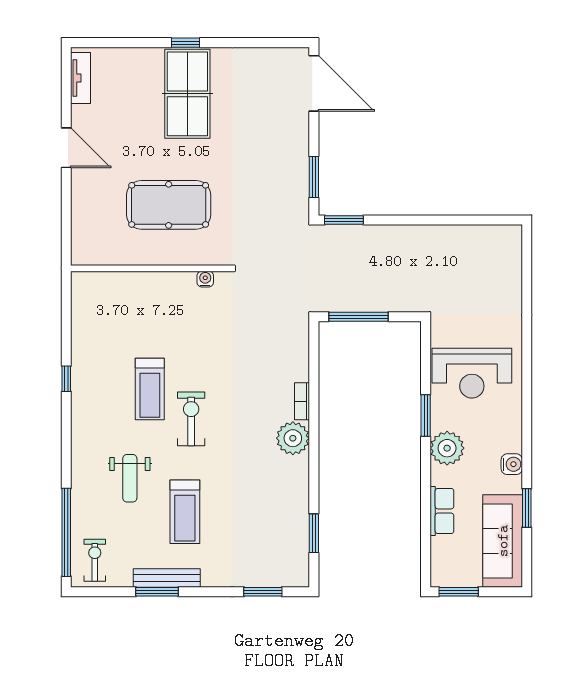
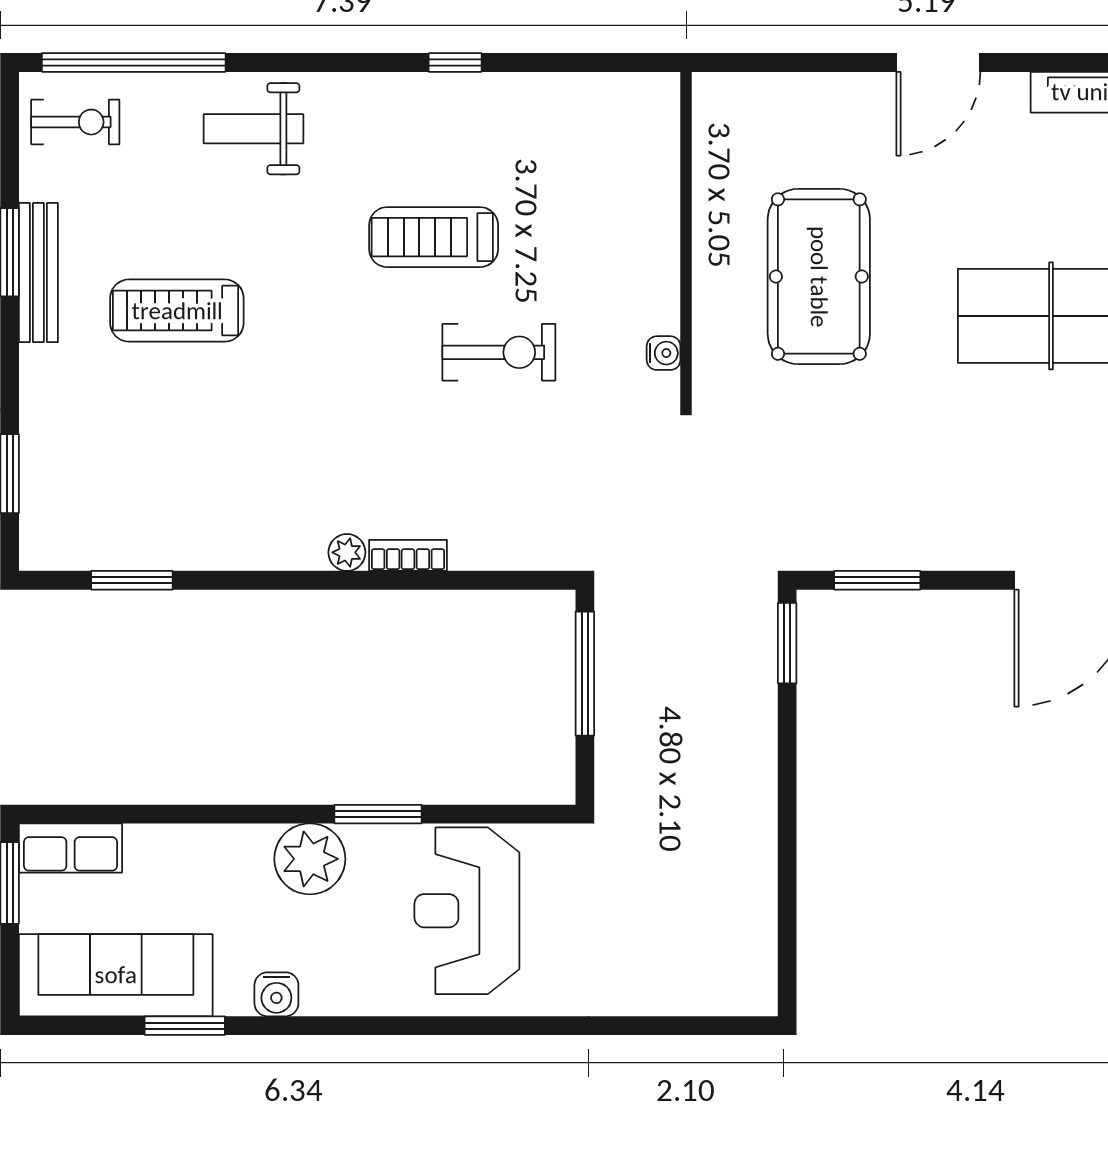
exercise bike: (191, 419) -> (499, 352), moved
plant: (293, 438) -> (347, 552), width x0.53, depth x0.53
weight bench: (130, 478) -> (253, 129), moved
row of seats: (442, 511) -> (71, 848), moved

